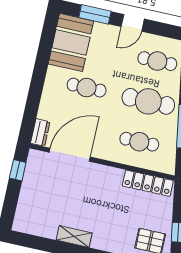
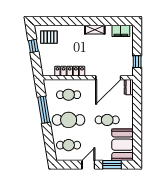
locker: (148, 183) -> (70, 71), moved
filing cabinet: (33, 225) -> (121, 31), added

